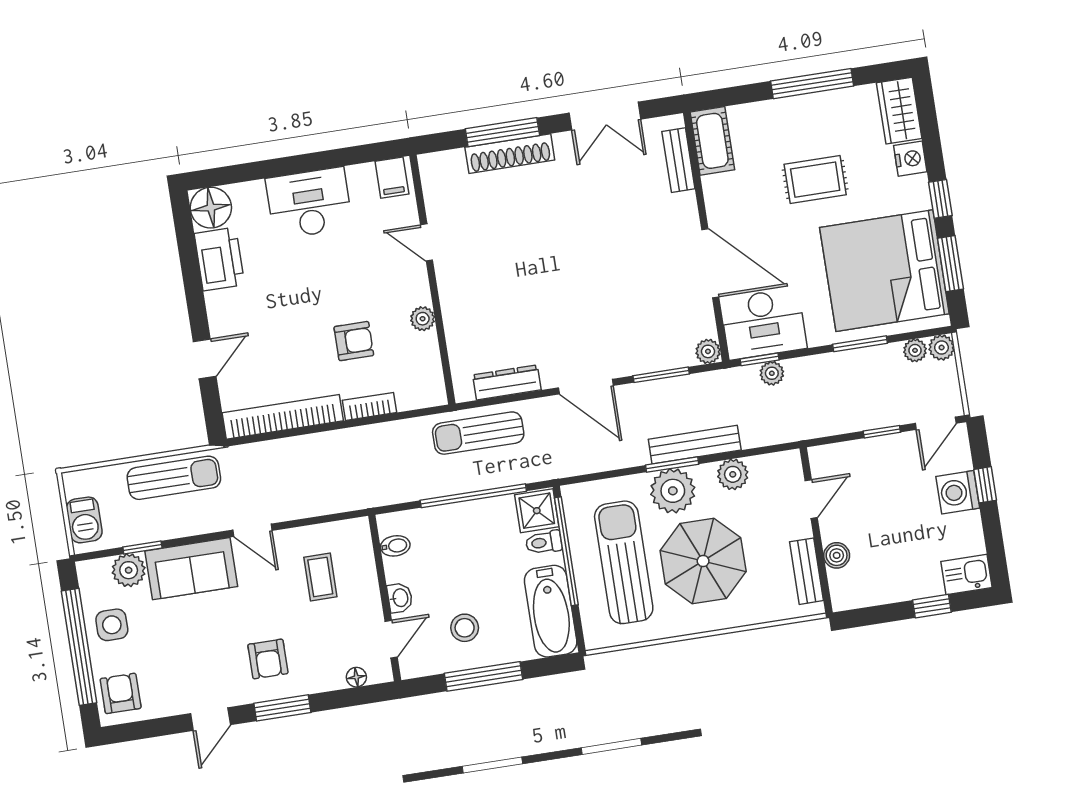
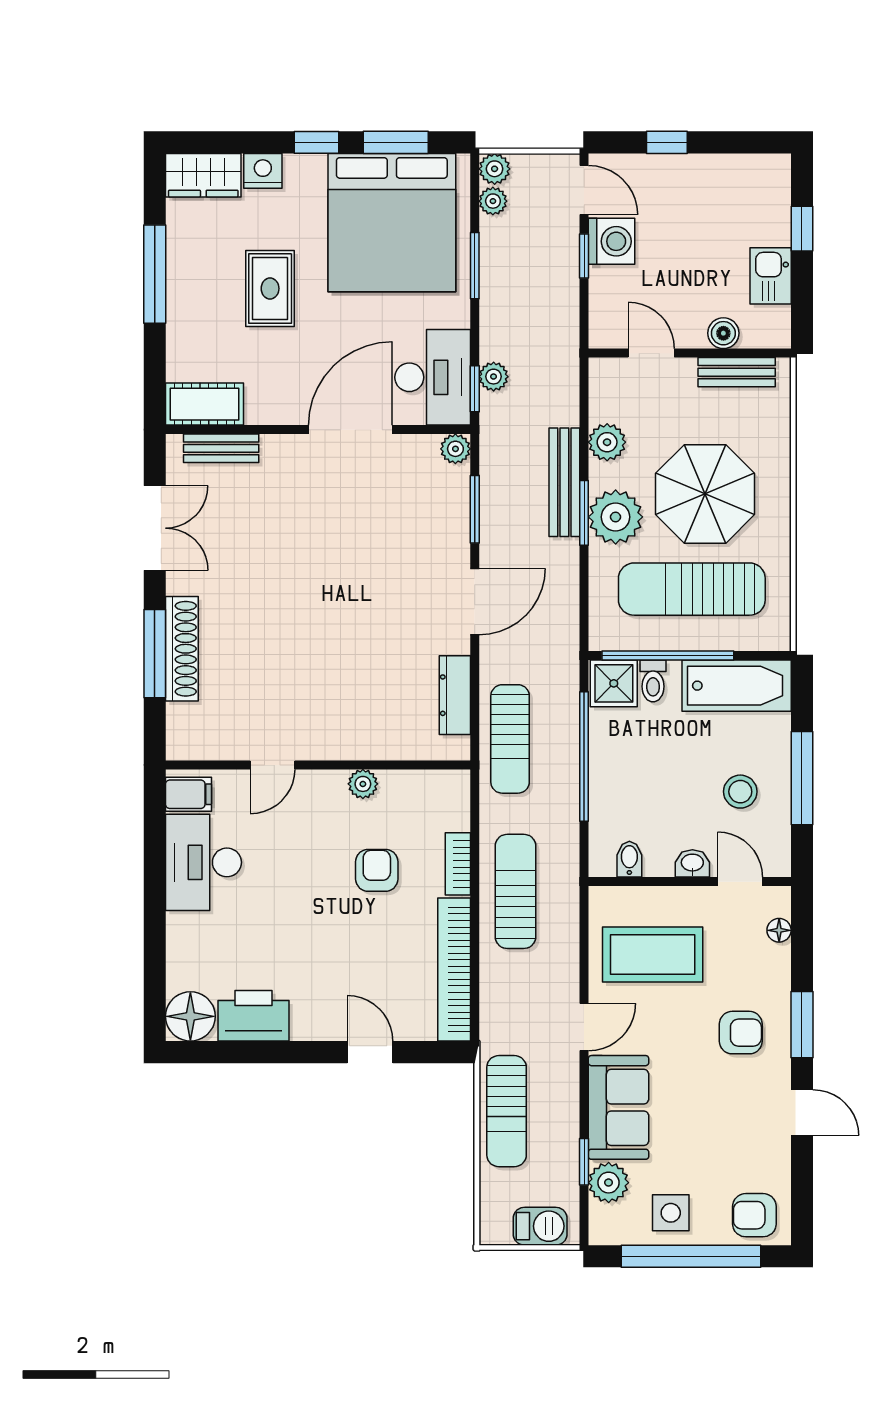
desk: (309, 203) -> (203, 862), moved
sun lounger: (354, 457) -> (515, 891), added
sun lounger: (174, 478) -> (507, 1111), turned 180
washing machine: (958, 492) -> (612, 241), moved, turned -90
kitchen sink: (966, 575) -> (771, 276), moved
coffee table: (320, 577) -> (653, 955), width x1.86, depth x1.72

